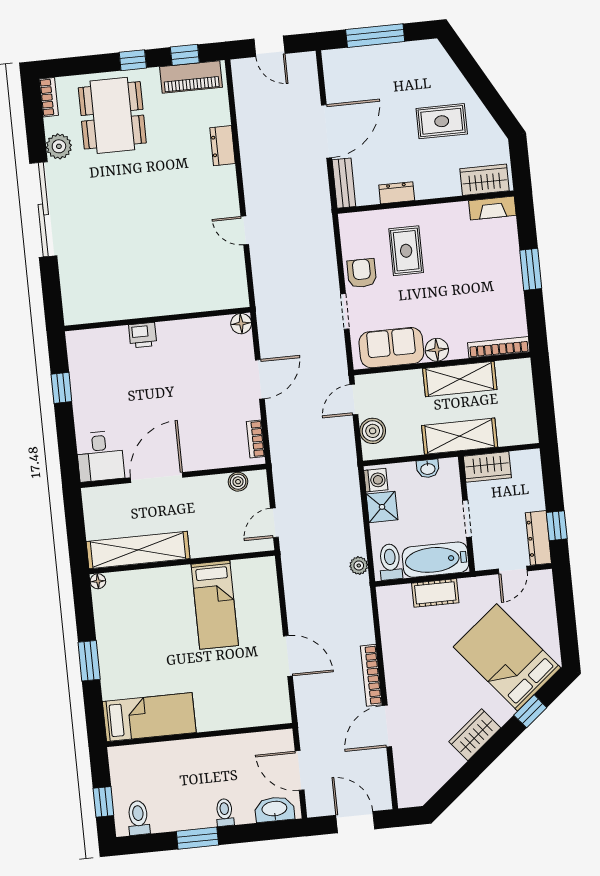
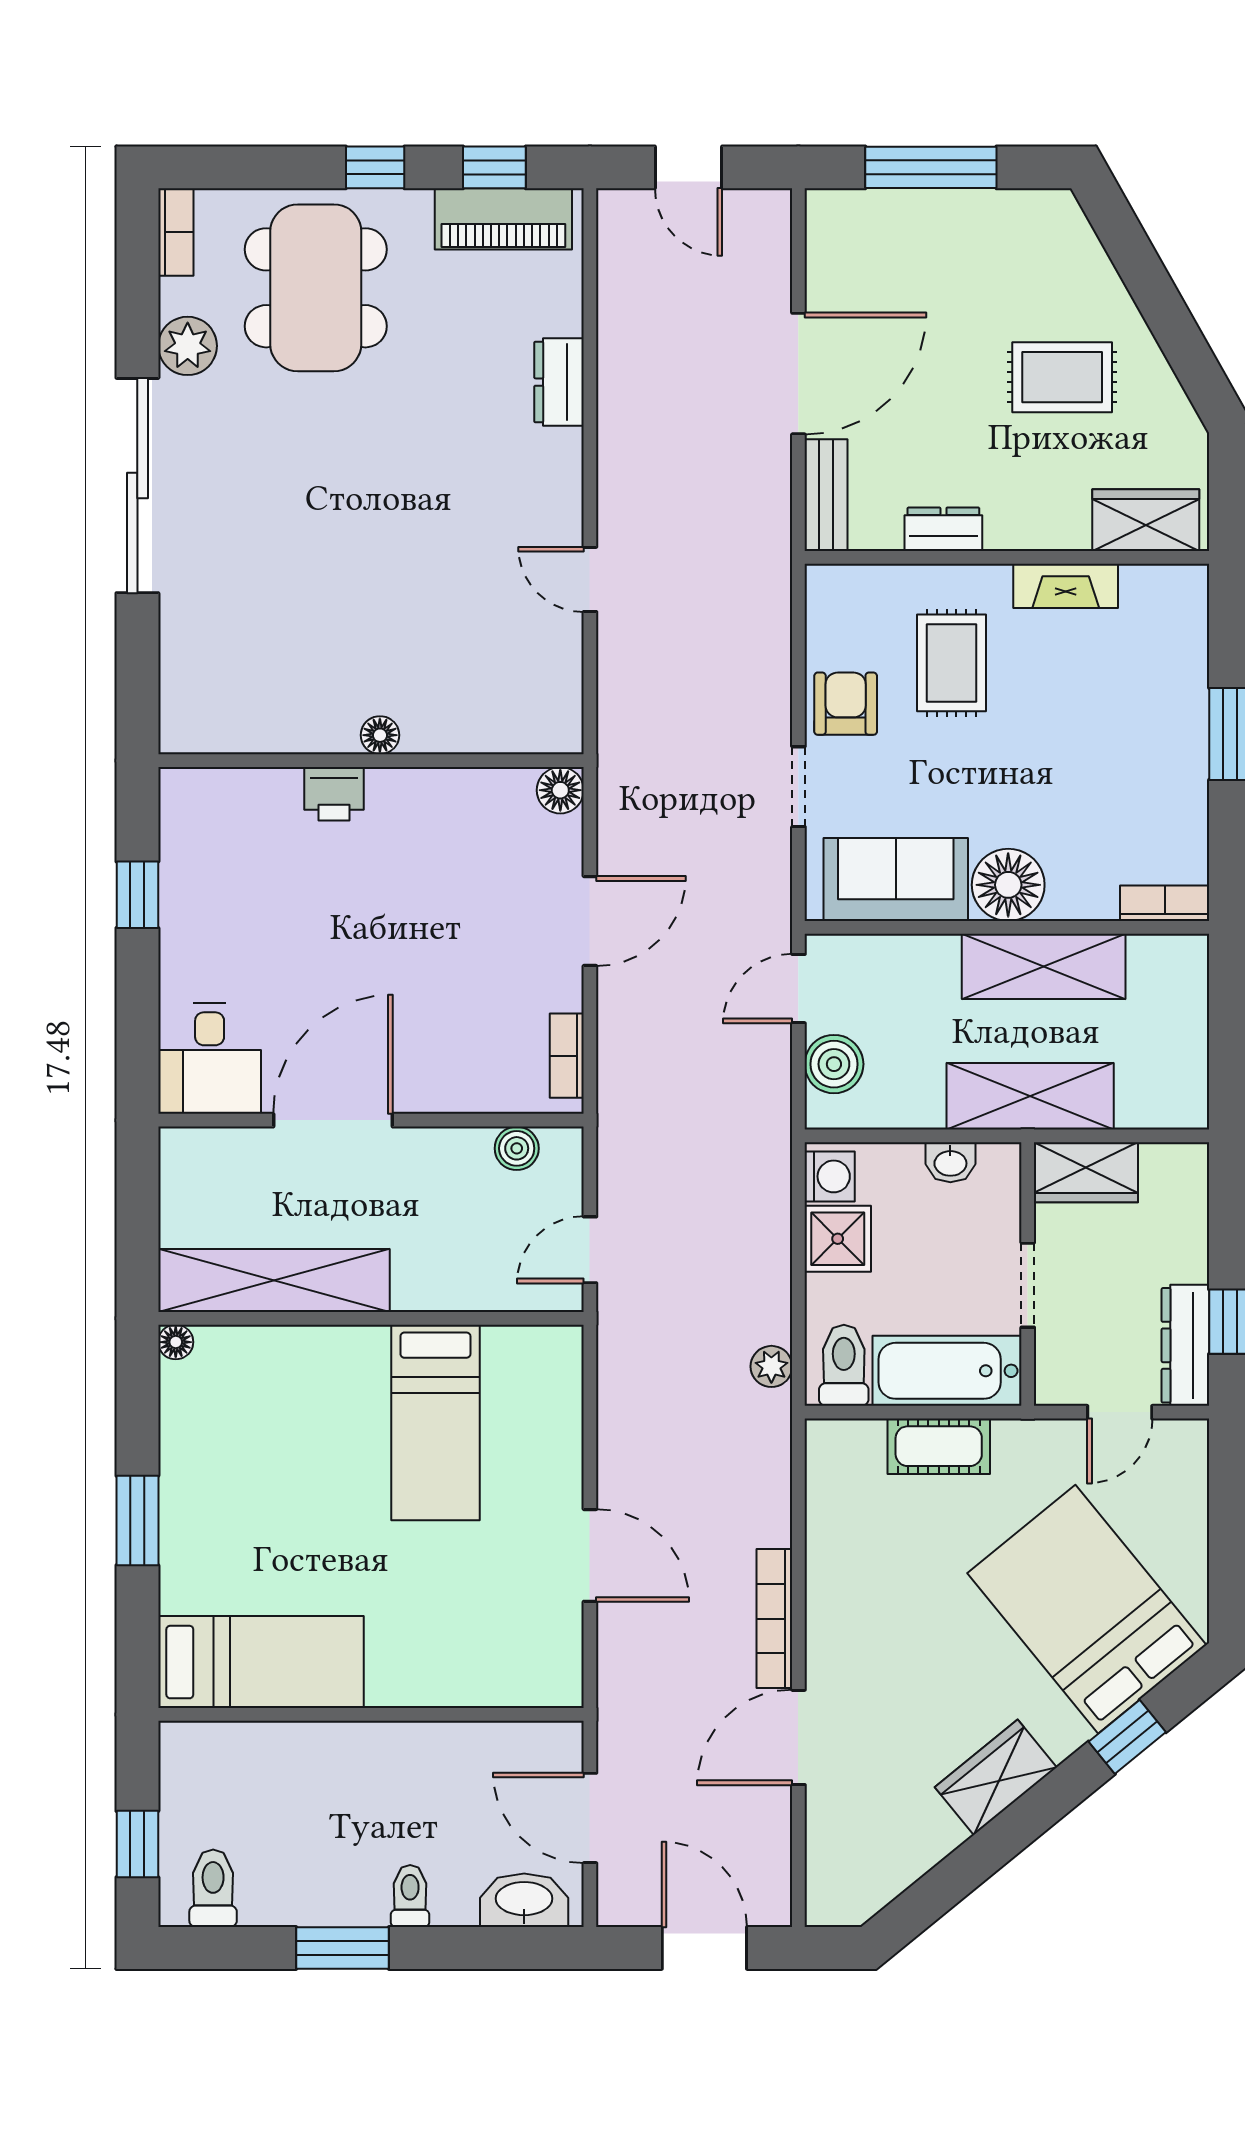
fireplace: (492, 208) -> (1066, 586), moved
floor lamp: (160, 308) -> (380, 735), added
bookcase: (499, 347) -> (1165, 903), width x0.64
floor lamp: (437, 350) -> (1008, 885), width x1.38, depth x1.38

